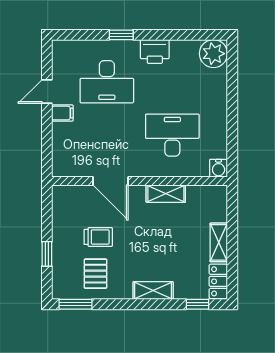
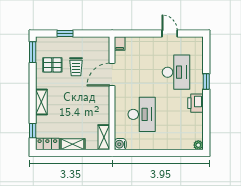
plant: (213, 54) -> (198, 145), width x0.53, depth x0.53
desk: (107, 82) -> (176, 72), turned 180
filing cabinet: (62, 113) -> (120, 44), moved
shelving: (166, 194) -> (104, 137), moved

